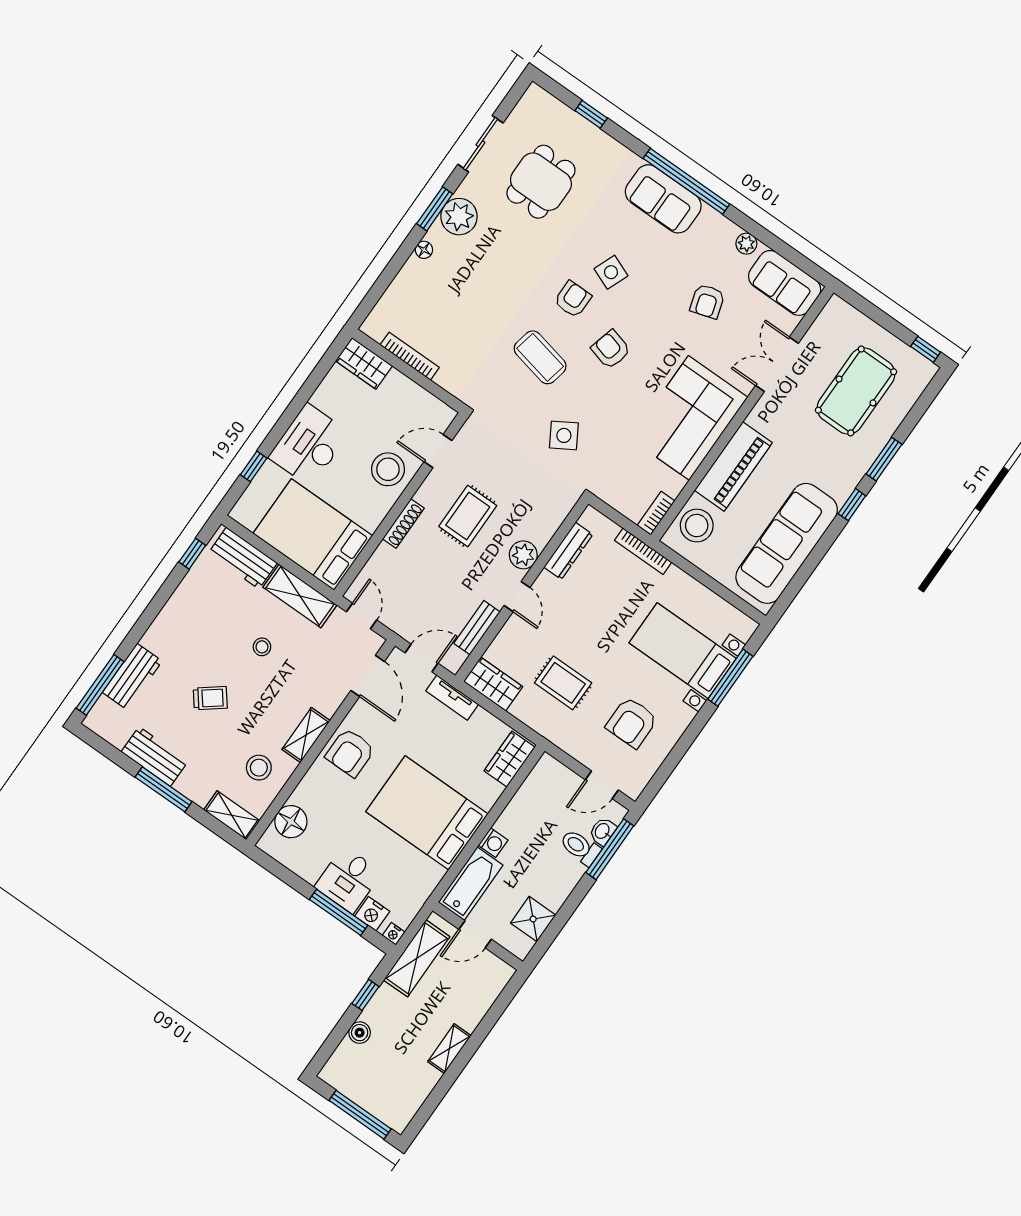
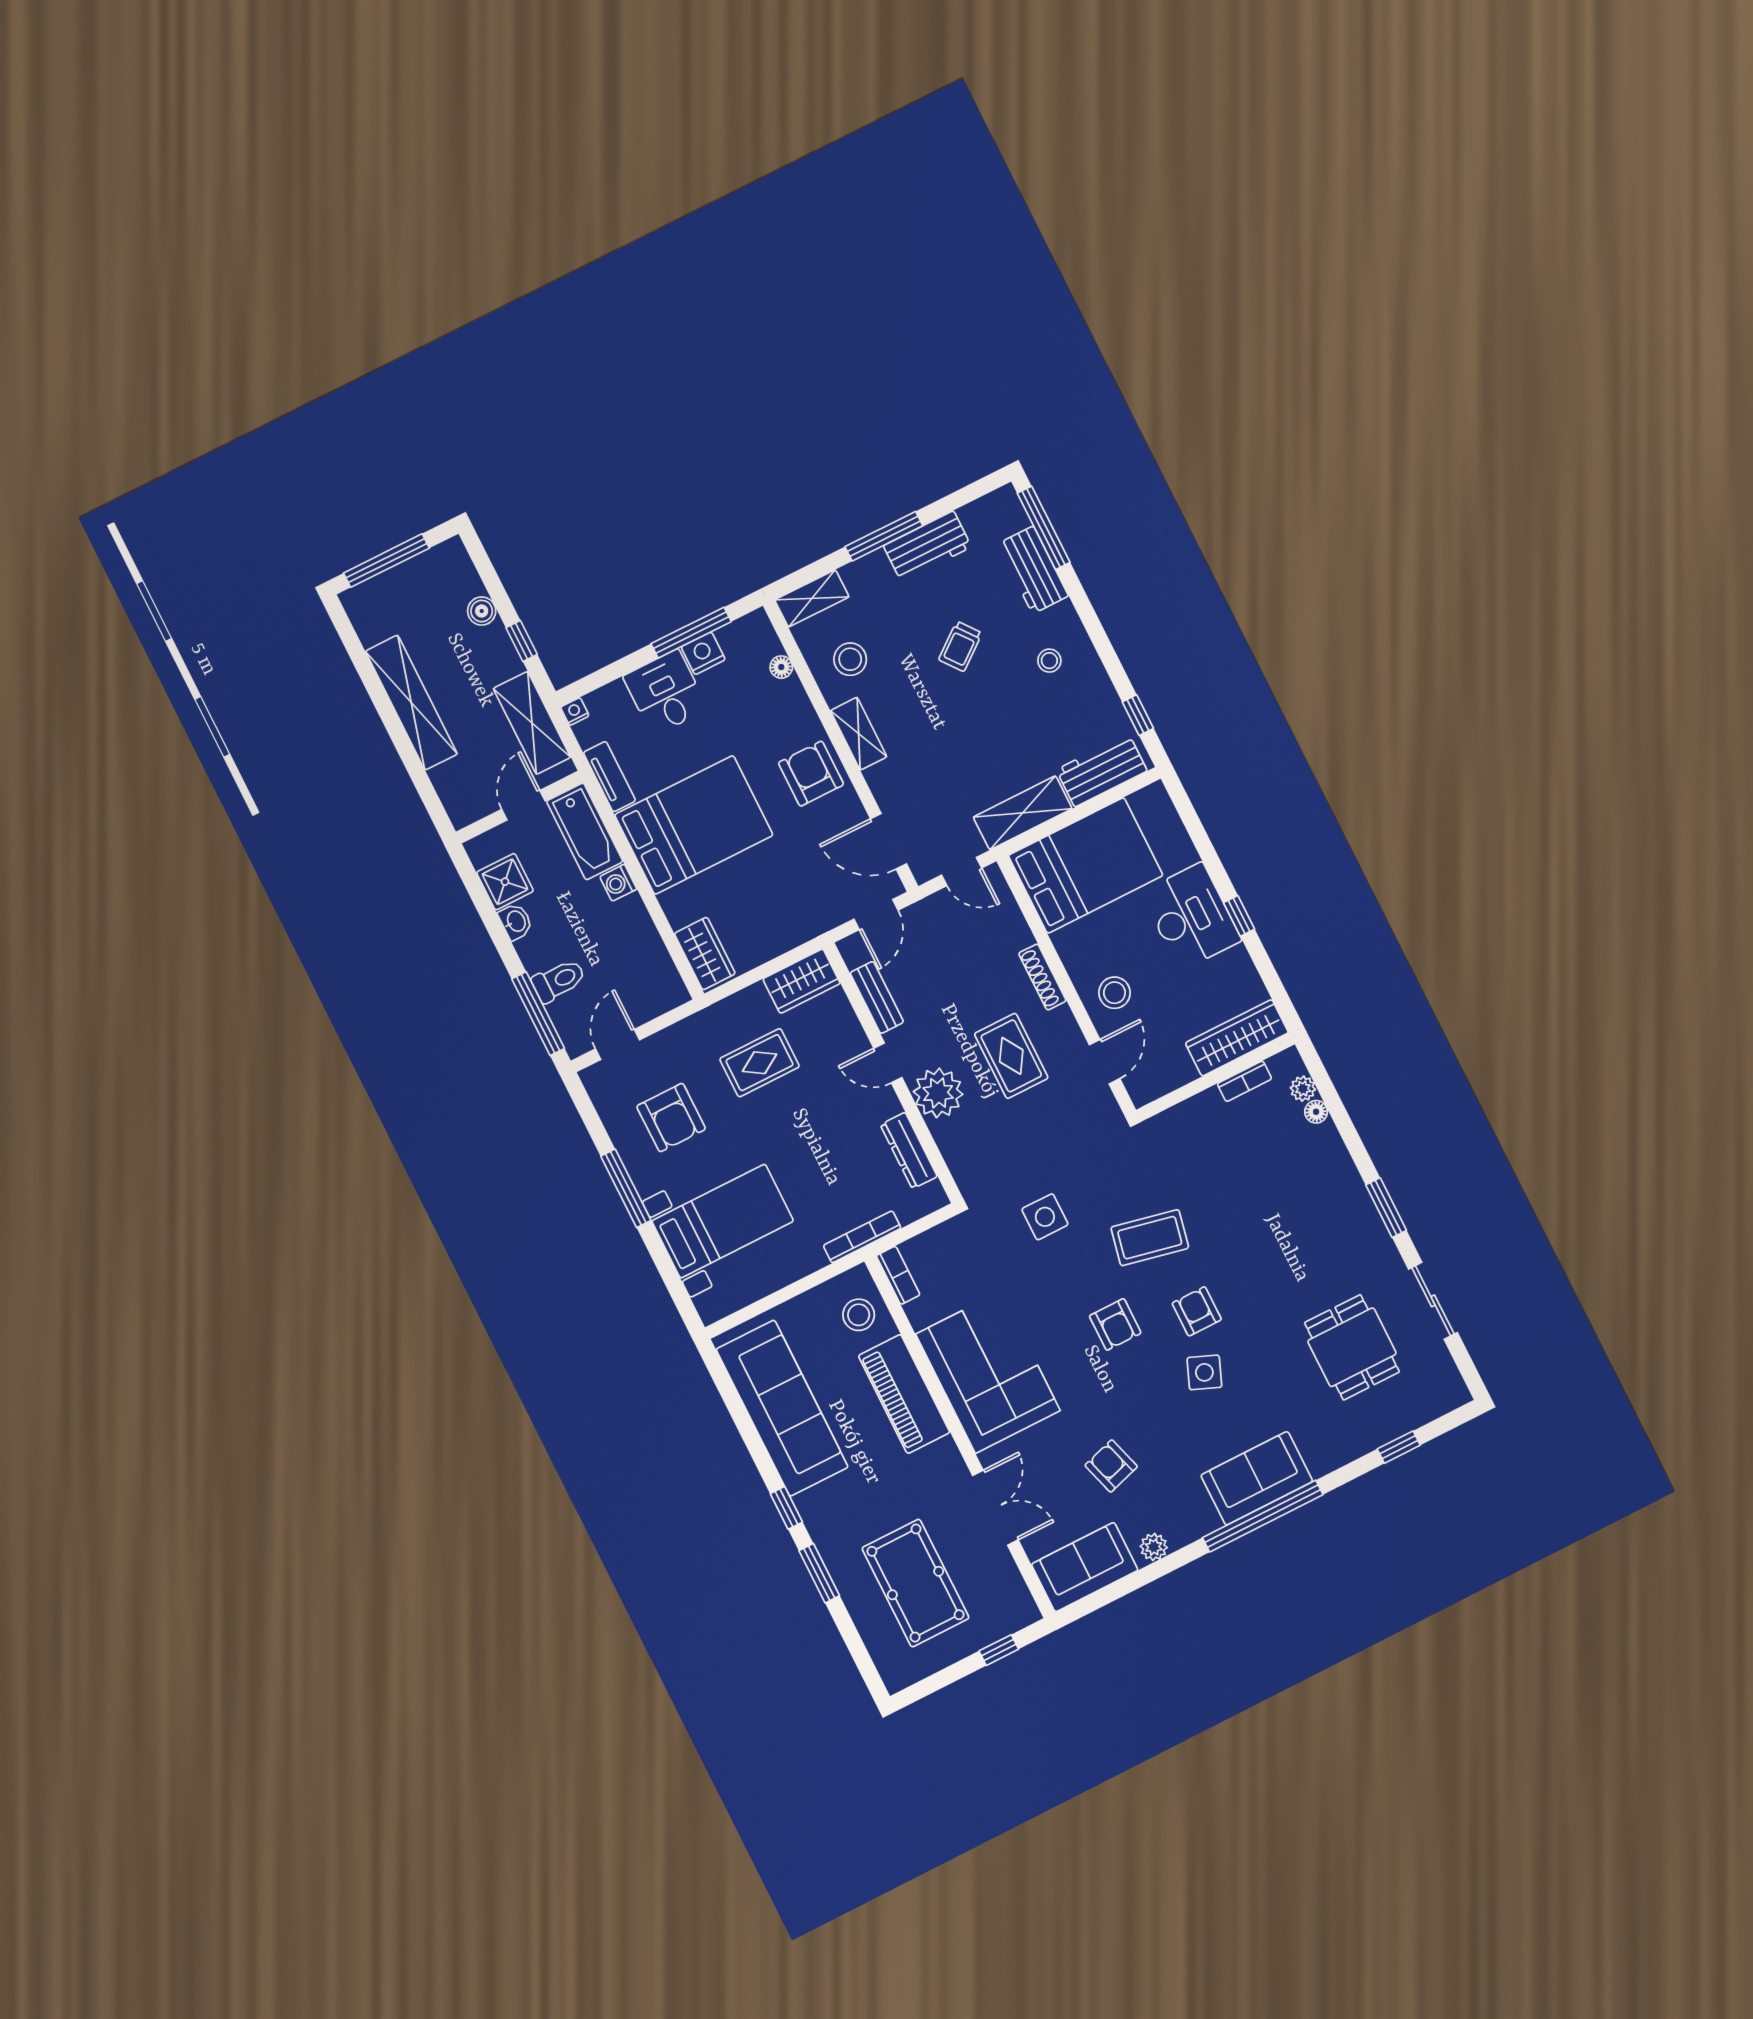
plant: (459, 217) -> (1303, 1089), moved, width x0.53, depth x0.53
floor lamp: (424, 250) -> (1316, 1112), moved
armchair: (573, 299) -> (1197, 1311), turned 180
armchair: (611, 349) -> (1115, 1324), turned 75
window: (926, 349) -> (999, 1650), moved
bookcase: (410, 356) -> (1244, 1081), width x0.64
wardrobe: (364, 363) -> (1237, 1038), width x1.50
side table: (564, 435) -> (1045, 1217), turned 31
window: (254, 466) -> (1239, 916), moved
stool: (388, 469) -> (1114, 993), width x0.73, depth x0.73
stool: (697, 526) -> (859, 1315), width x0.73, depth x0.73
plant: (523, 555) -> (938, 1093), width x1.36, depth x1.36
stool: (262, 647) -> (1049, 661), moved
window: (730, 678) -> (626, 1188), moved
tv unit: (452, 698) -> (609, 777), moved, turned 90
armchair: (632, 722) -> (671, 1118), turned 180
floor lamp: (291, 822) -> (781, 667), width x0.53, depth x0.53
washbasin: (603, 831) -> (516, 921), moved
window: (339, 912) -> (691, 633), moved
nightstand: (372, 914) -> (703, 653), moved
shelving: (449, 1049) -> (411, 703), width x2.20, depth x1.33

